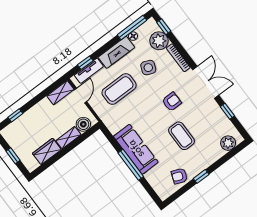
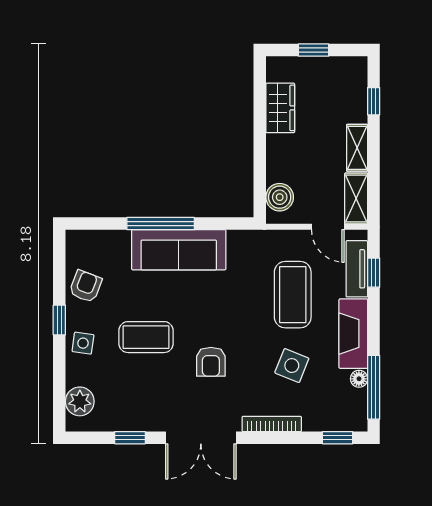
plant: (159, 41) -> (321, 414), removed
shelving: (68, 138) -> (357, 148), moved
side table: (203, 160) -> (83, 343), added

